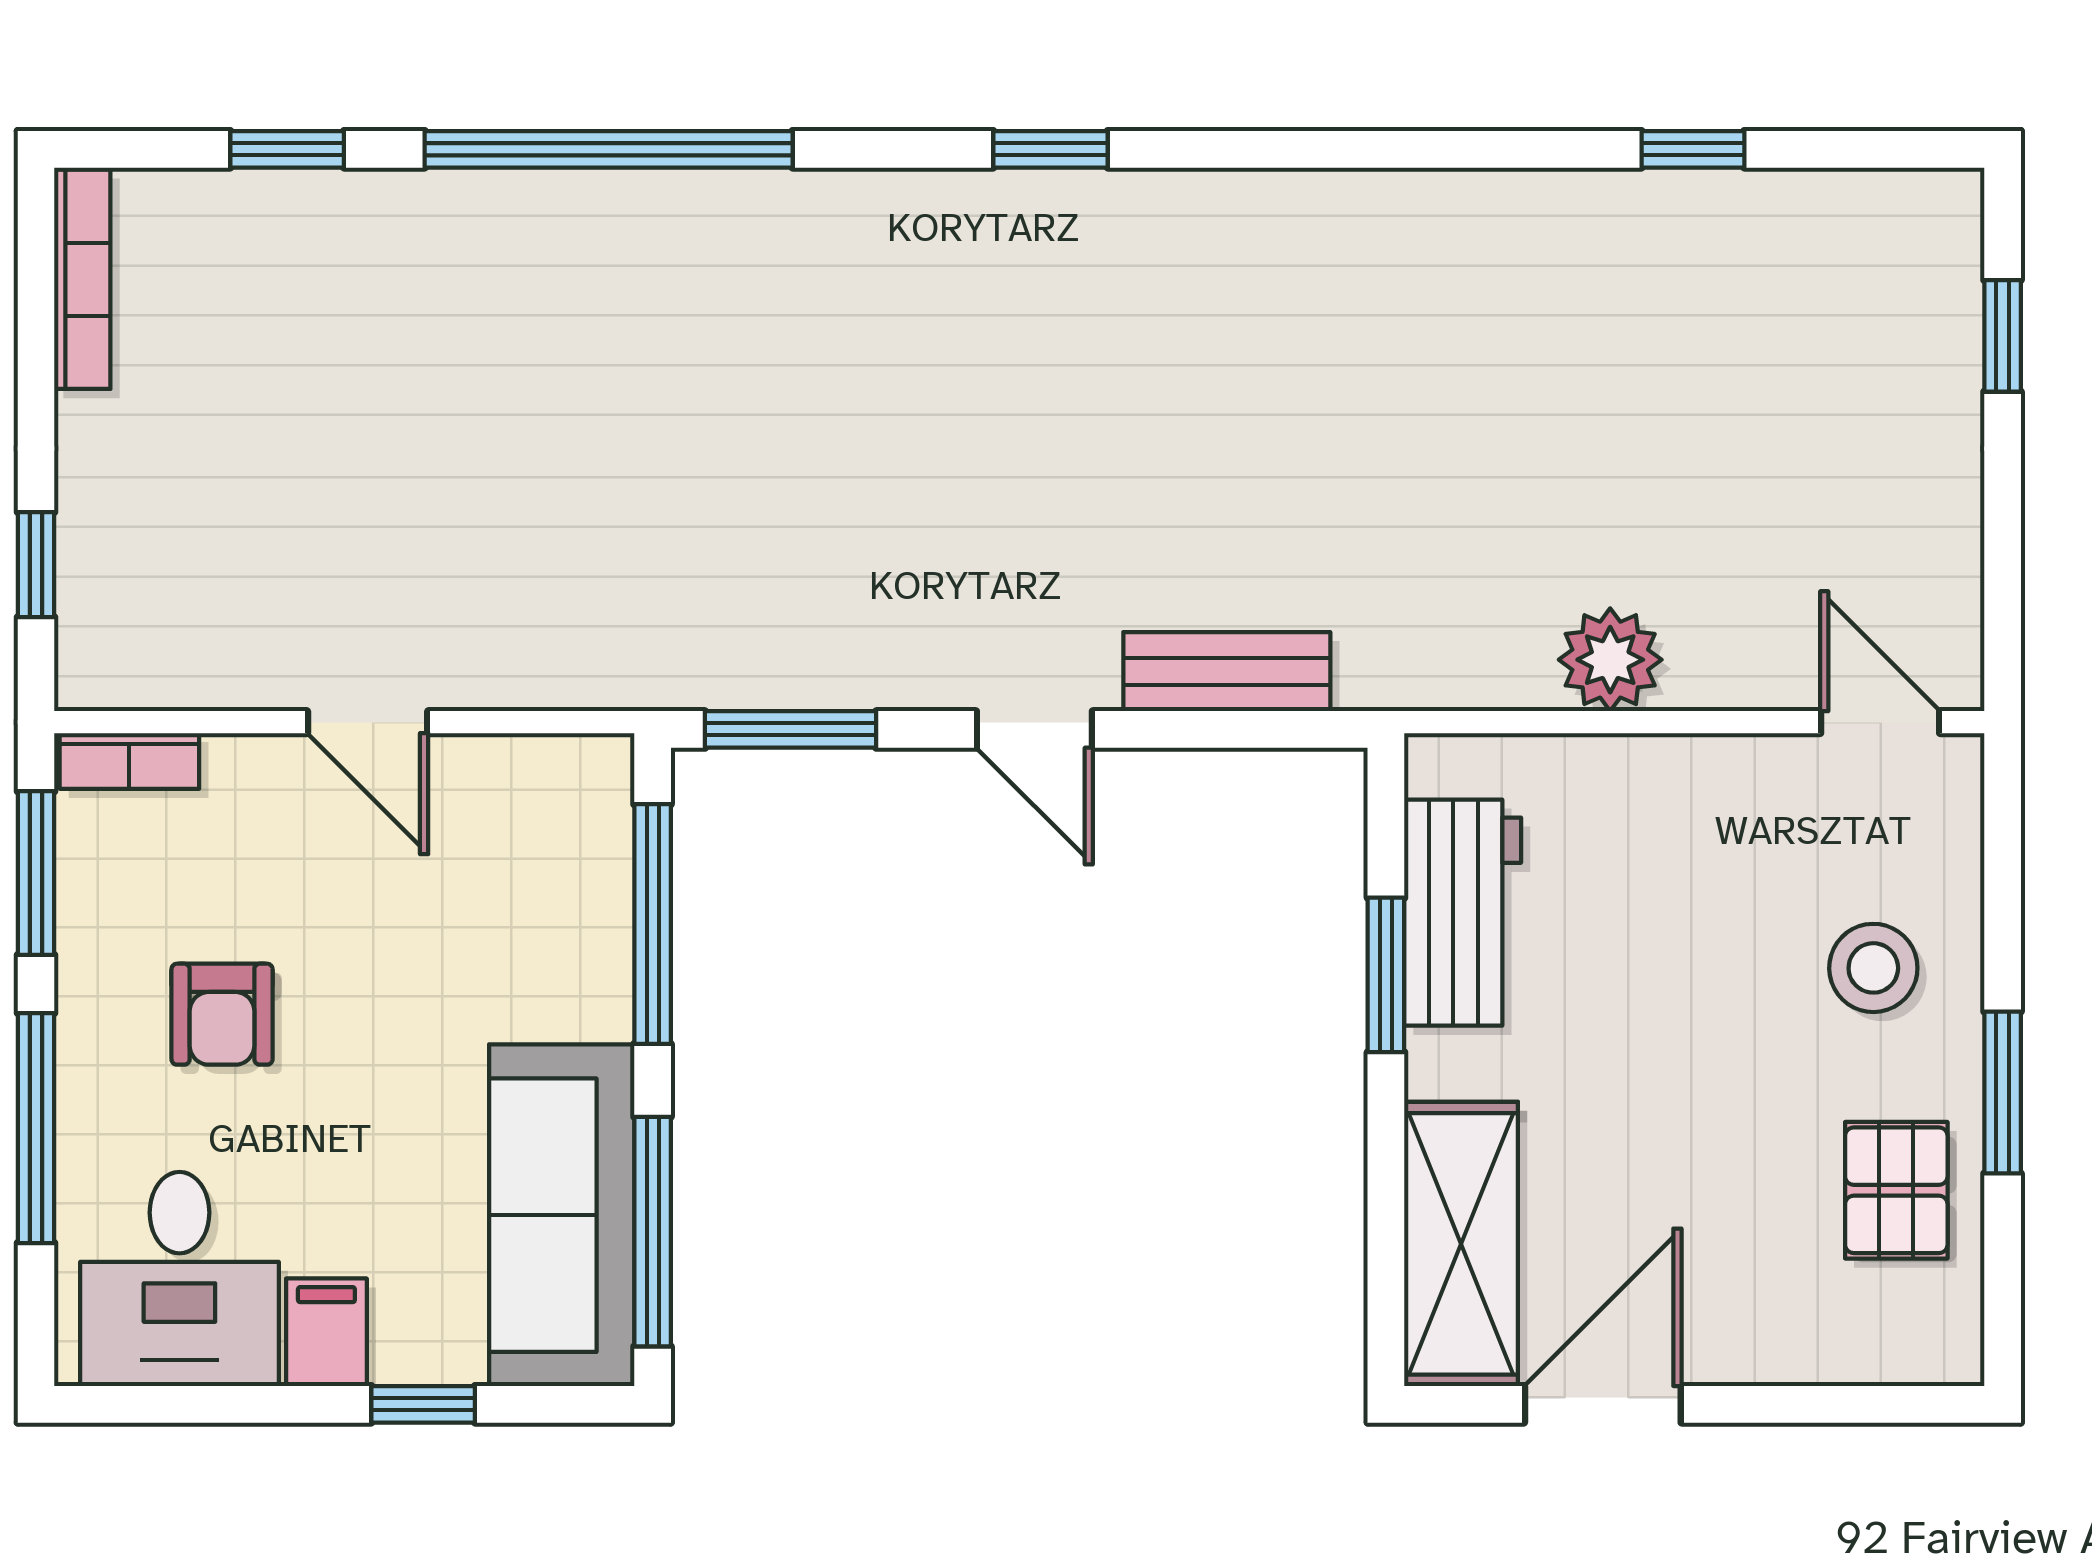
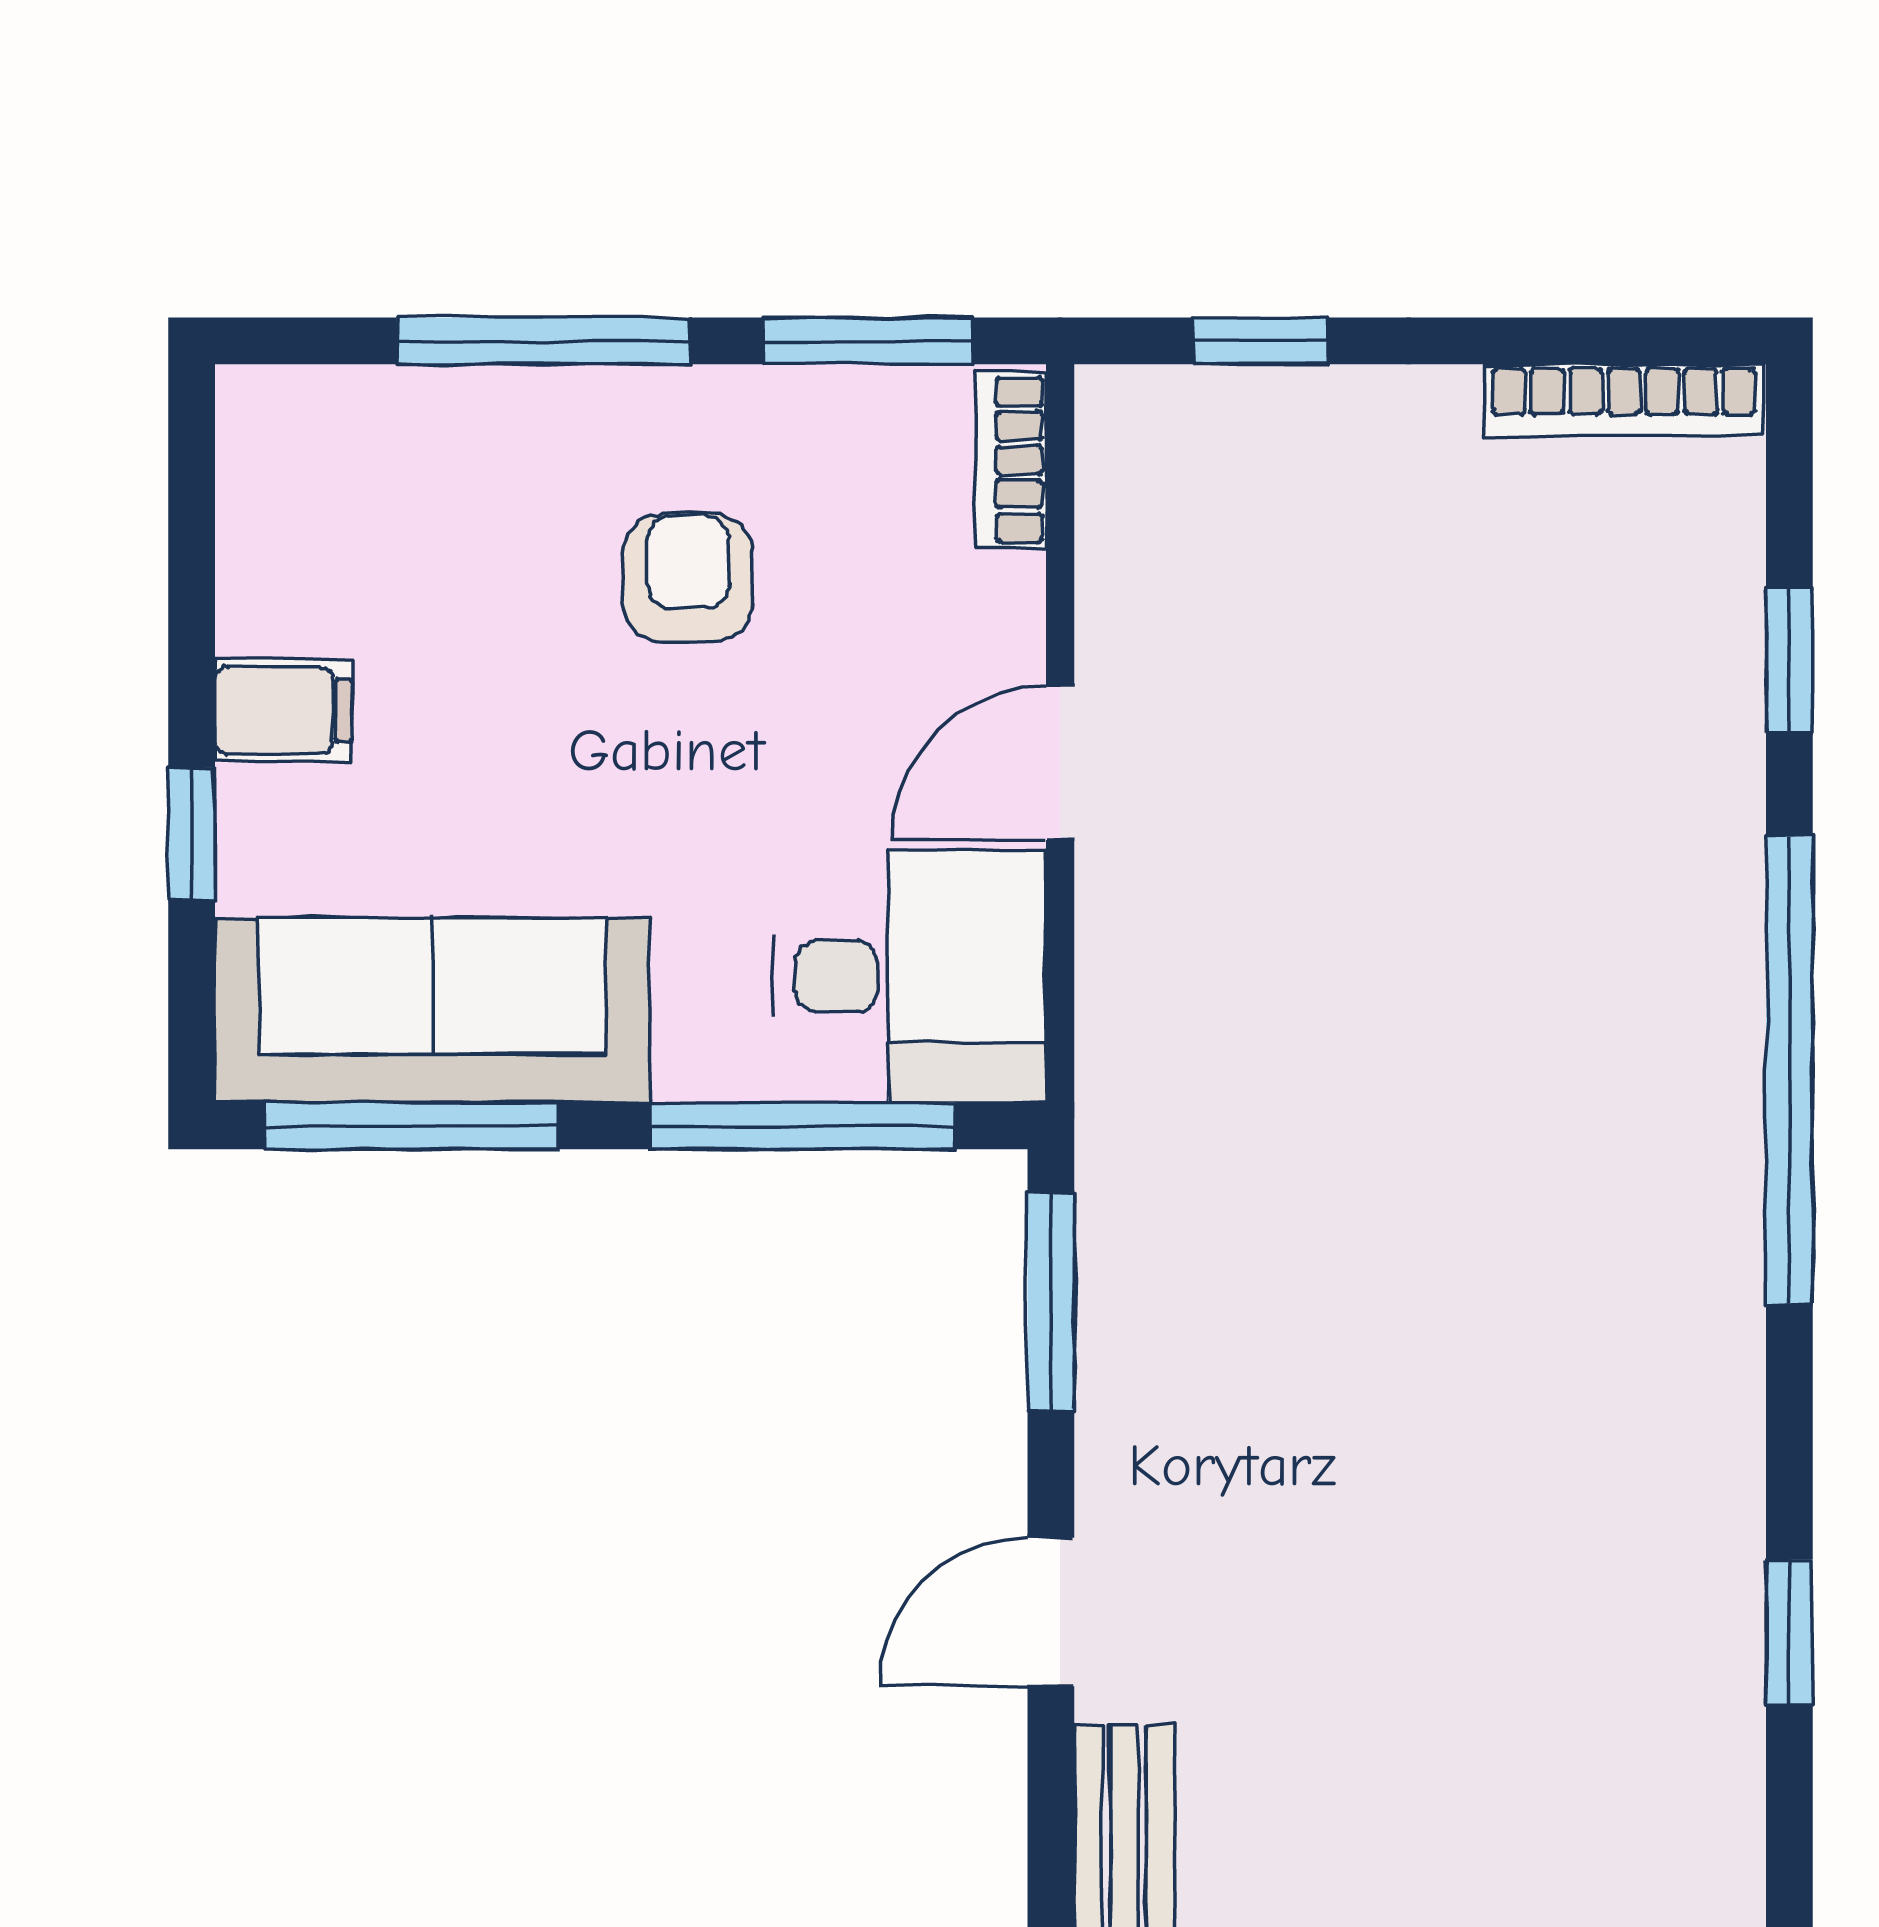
armchair: (222, 1014) -> (688, 578), turned 90
desk: (179, 1279) -> (910, 976), moved, turned 180

